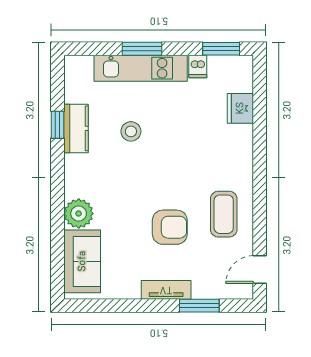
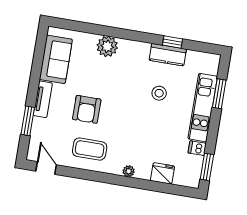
window: (142, 49) -> (219, 94), moved
plant: (245, 155) -> (129, 171), added
sofa: (82, 261) -> (56, 59), moved, turned -90

